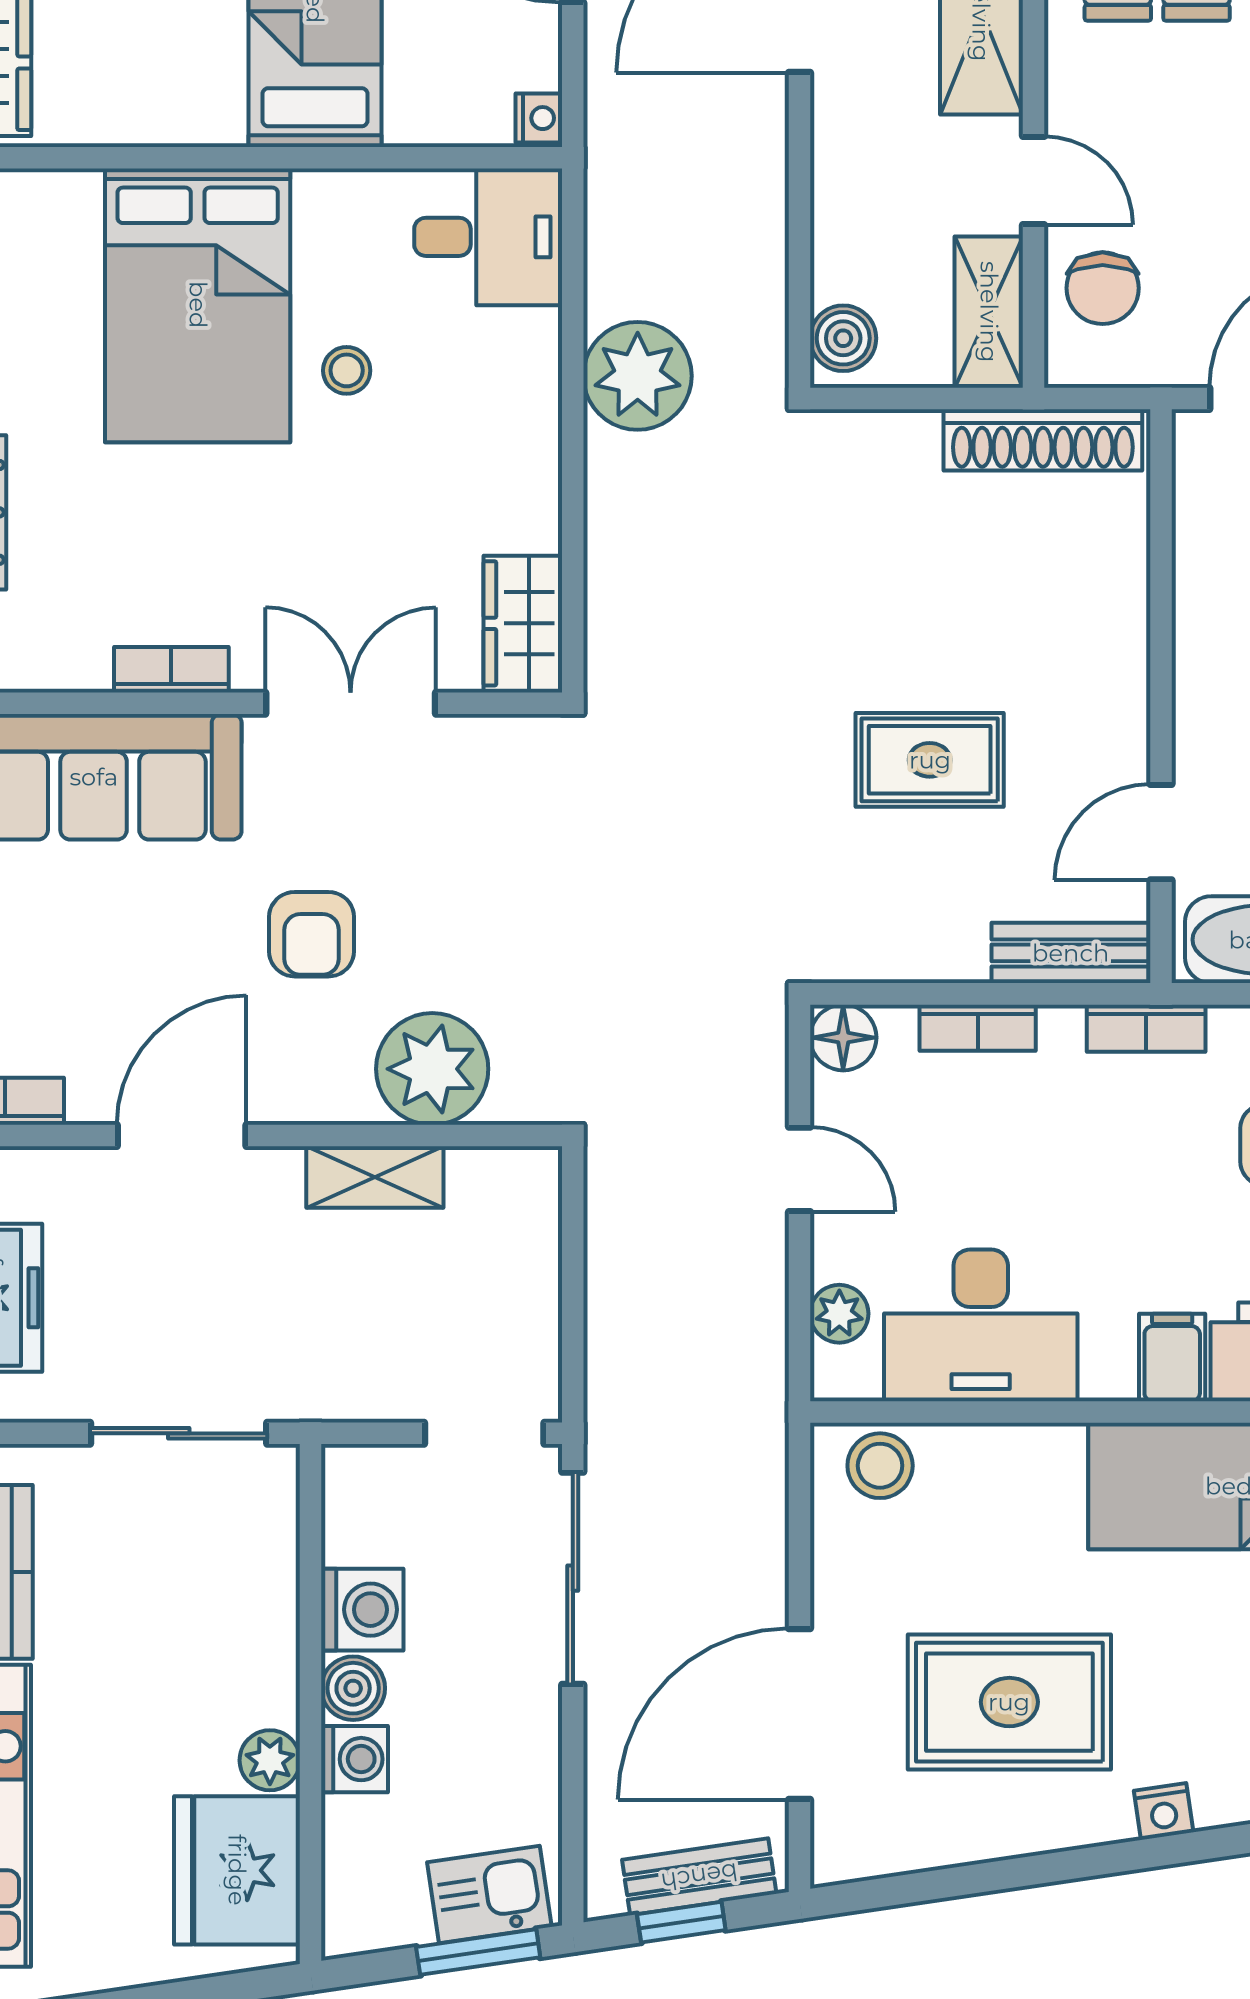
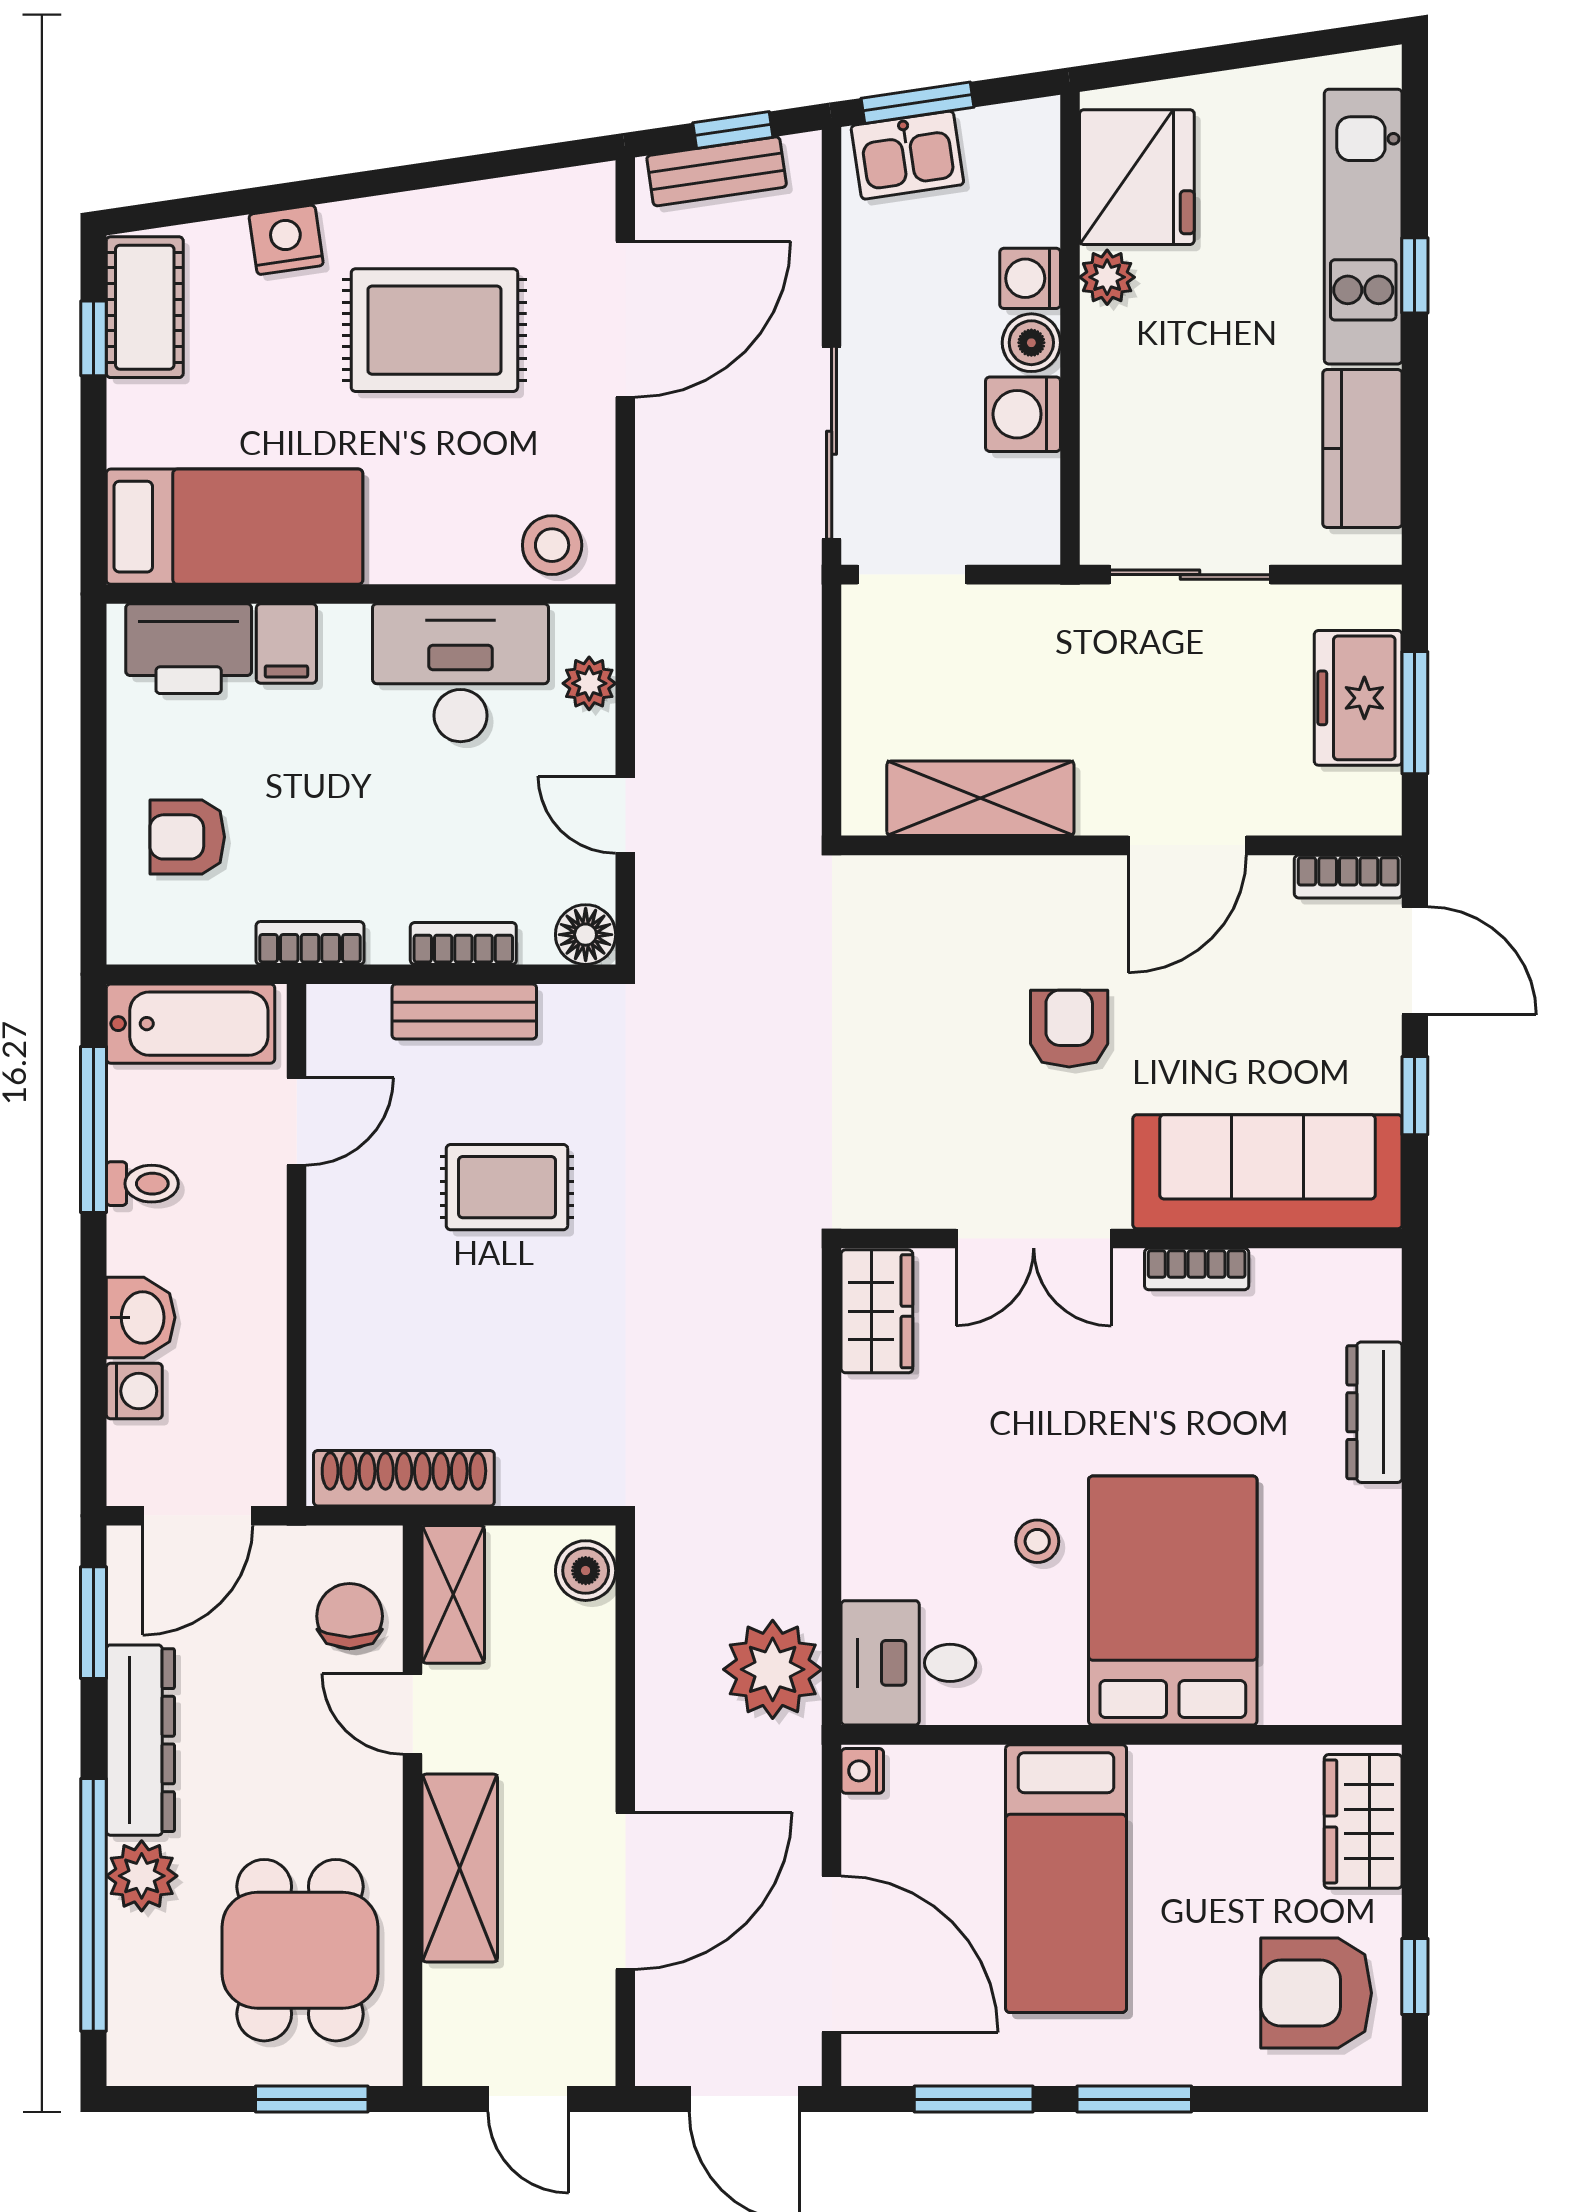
plant: (638, 376) -> (773, 1669), moved
bench: (1071, 953) -> (464, 1012), moved
plant: (432, 1069) -> (959, 906), removed
shelving: (375, 1177) -> (980, 798), width x1.50, depth x1.33
nightstand: (1164, 1812) -> (286, 240), width x1.39, depth x1.35

